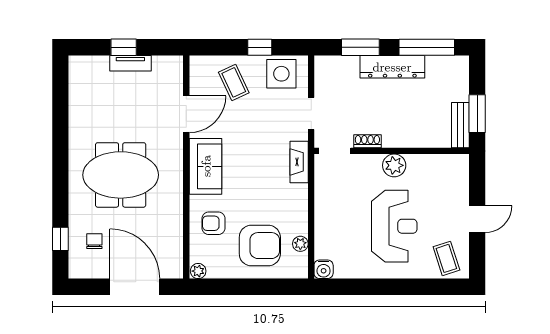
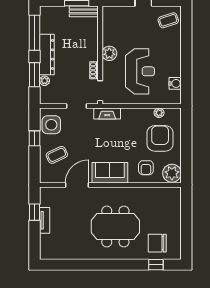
window: (124, 47) -> (35, 212), moved
plant: (351, 63) -> (45, 81), added
door: (186, 114) -> (77, 185), hinge flipped
meeting table: (121, 175) -> (115, 227), turned 90
reception desk: (394, 226) -> (140, 71), moved, turned 90
chair: (94, 241) -> (157, 243), width x1.87, depth x1.87
water cooler: (324, 269) -> (175, 83), moved
plant: (198, 271) -> (172, 173), width x1.87, depth x1.87
door: (135, 287) -> (186, 218), removed

